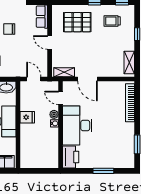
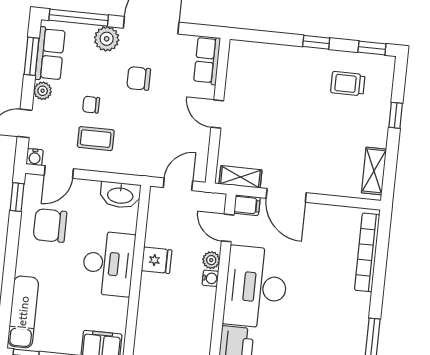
pallet: (77, 22) -> (277, 79), removed
door: (34, 79) -> (178, 184), hinge flipped
filing cabinet: (69, 86) -> (247, 205), added

